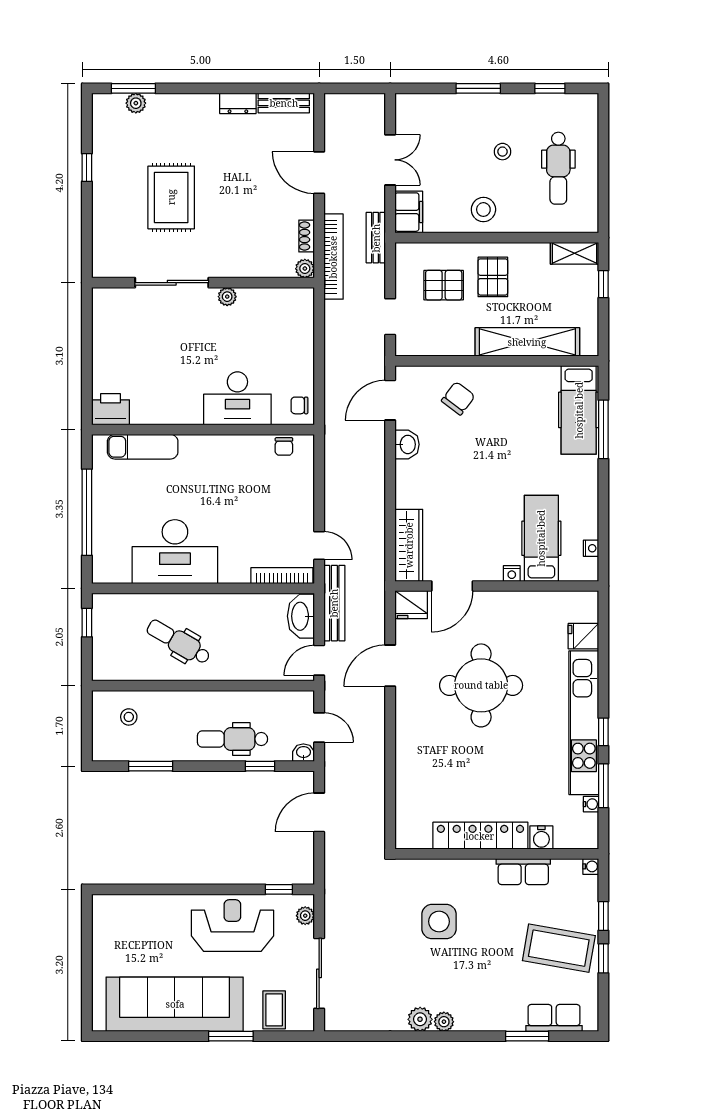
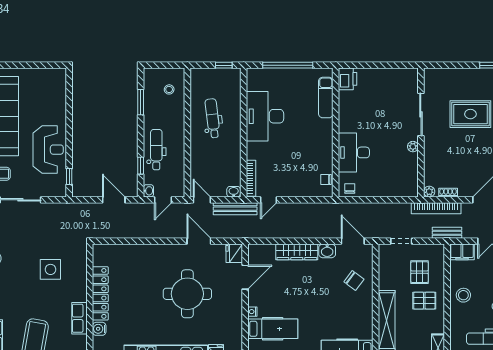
wardrobe: (409, 545) -> (297, 252), moved
door: (452, 586) -> (245, 277), swing flipped
washbasin: (301, 616) -> (234, 192), width x0.52, depth x0.69
dental chair: (179, 642) -> (213, 118), turned -37
plant: (305, 916) -> (54, 192), removed

